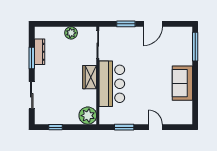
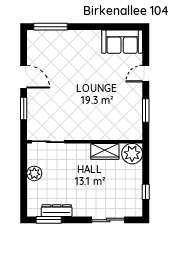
window: (32, 58) -> (49, 220), moved
wardrobe: (90, 77) -> (105, 151), moved
sofa: (182, 83) -> (122, 42), moved
bar counter: (112, 84) -> (95, 125), removed

